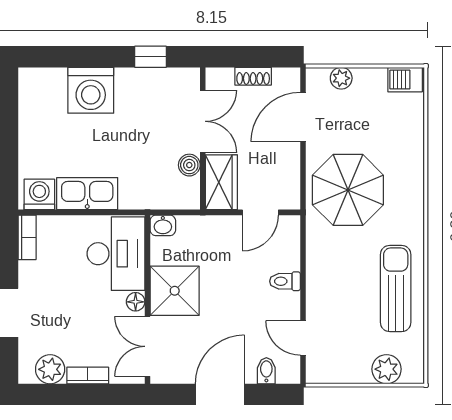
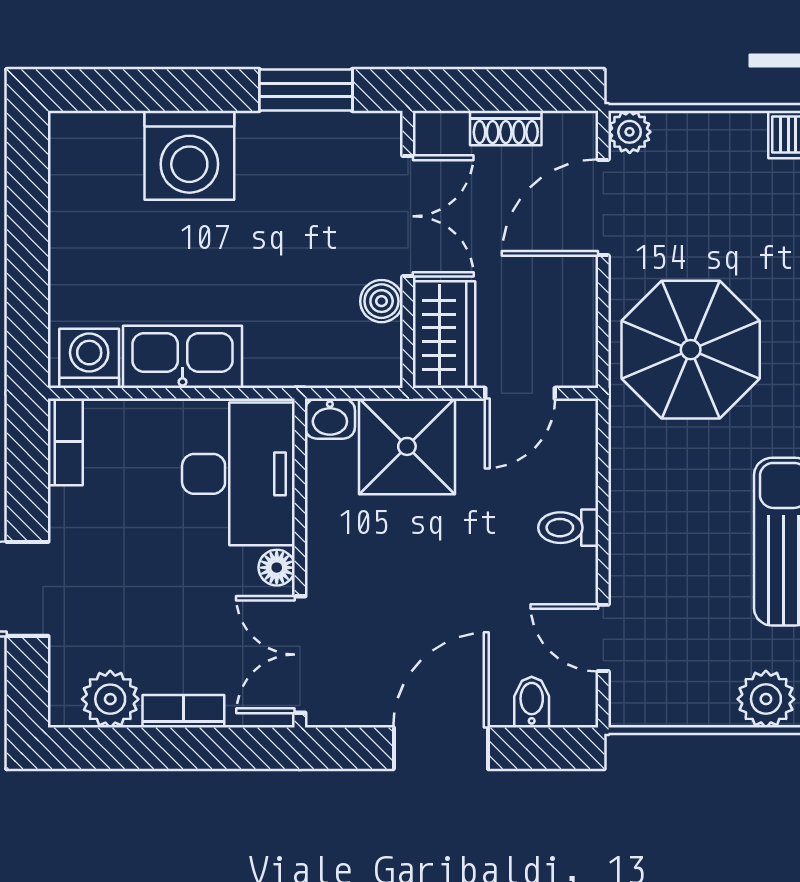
window: (150, 57) -> (306, 90), width x1.50
plant: (341, 78) -> (630, 132), moved
shower: (175, 291) -> (407, 446), moved

